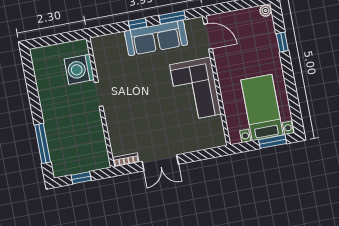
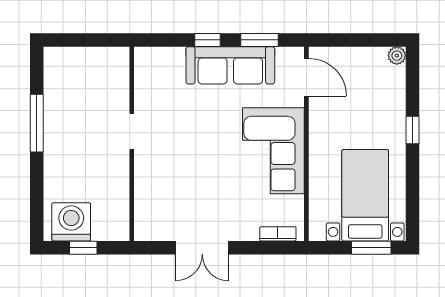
window: (282, 42) -> (413, 130), moved
washing machine: (79, 69) -> (71, 222), moved, turned 90
window: (43, 143) -> (37, 123), moved
bookcase: (126, 160) -> (278, 234), moved

